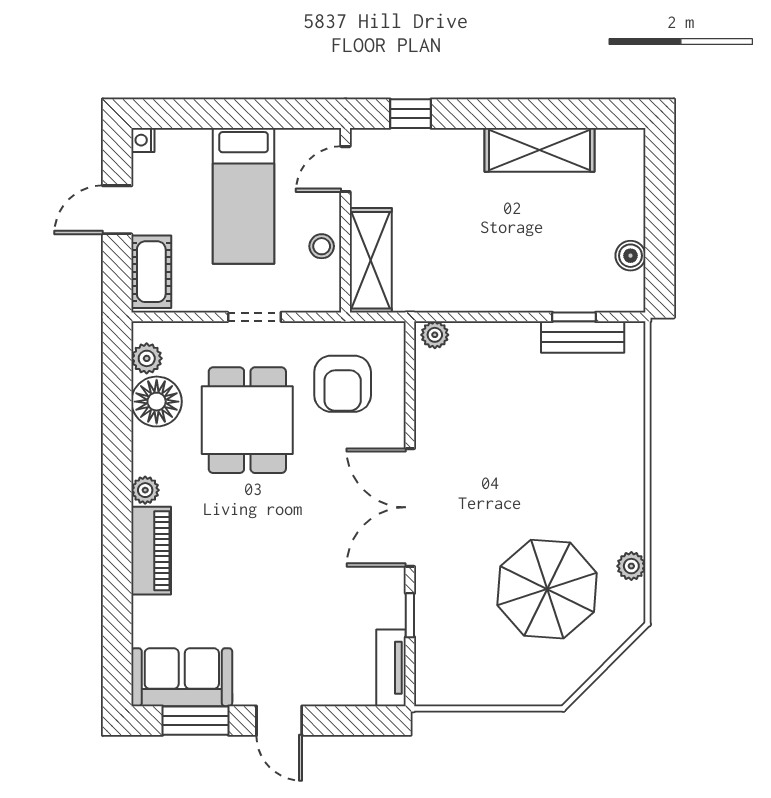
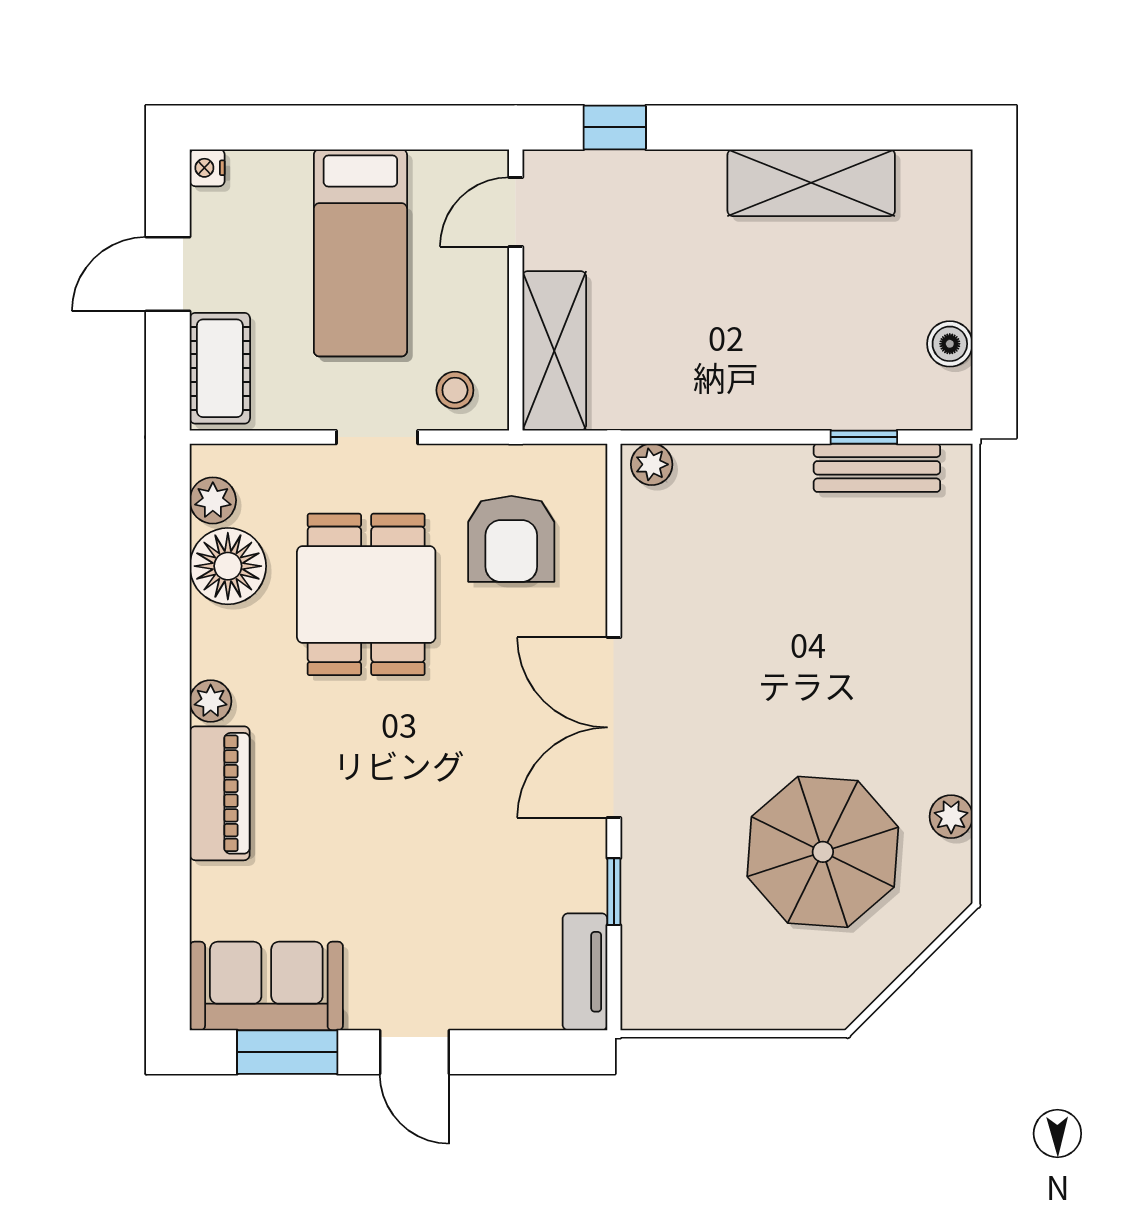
stool: (322, 246) -> (455, 390), moved

